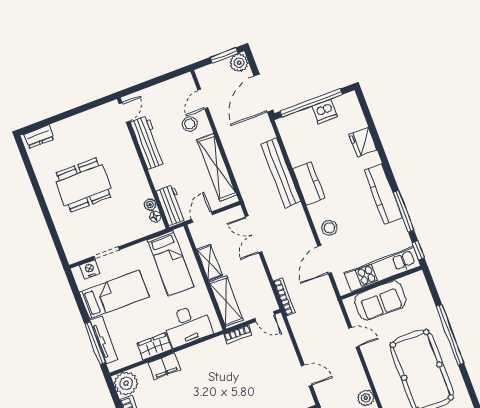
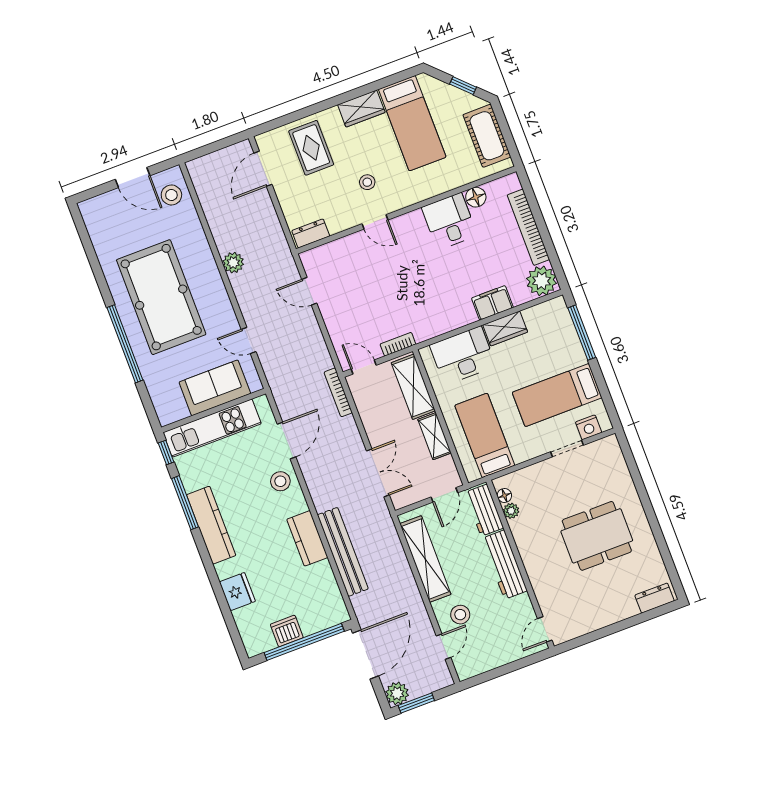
workbench: (148, 143) -> (504, 565), moved
tv unit: (104, 340) -> (570, 336), removed

